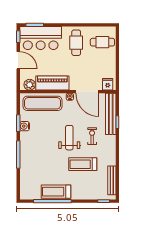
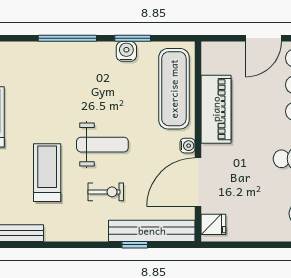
plant: (30, 85) -> (213, 62), removed

